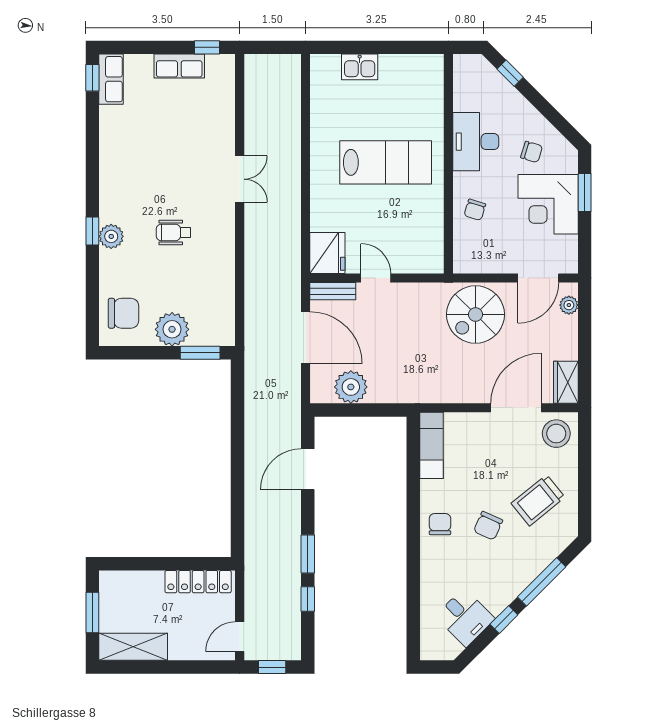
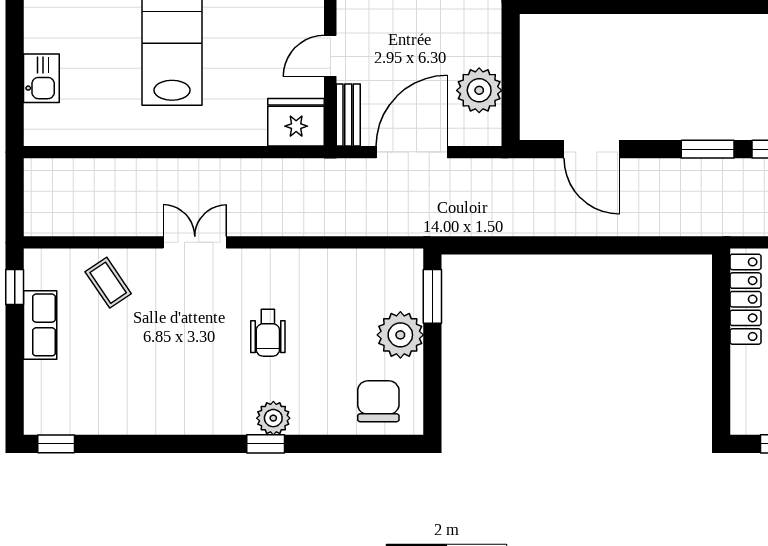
row of seats: (111, 79) -> (58, 418), removed
coffee table: (210, 116) -> (108, 283), added

